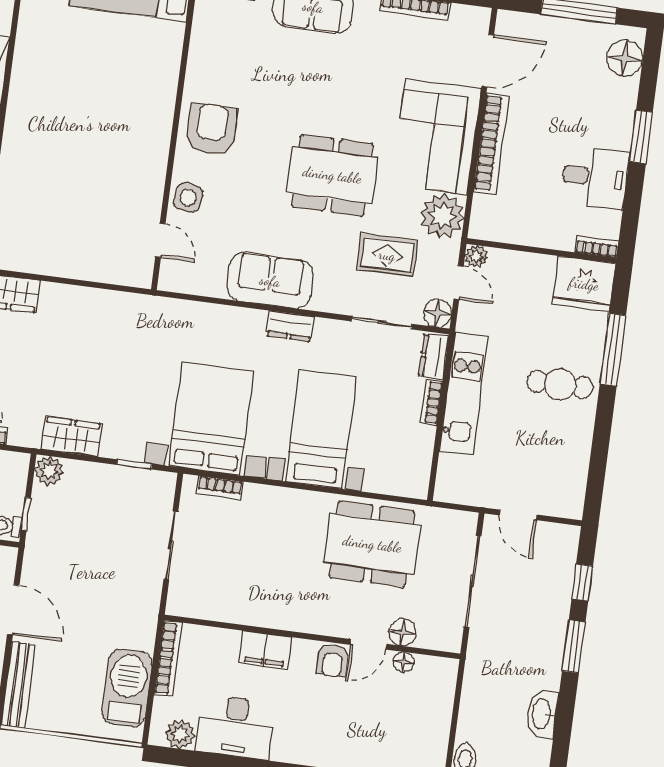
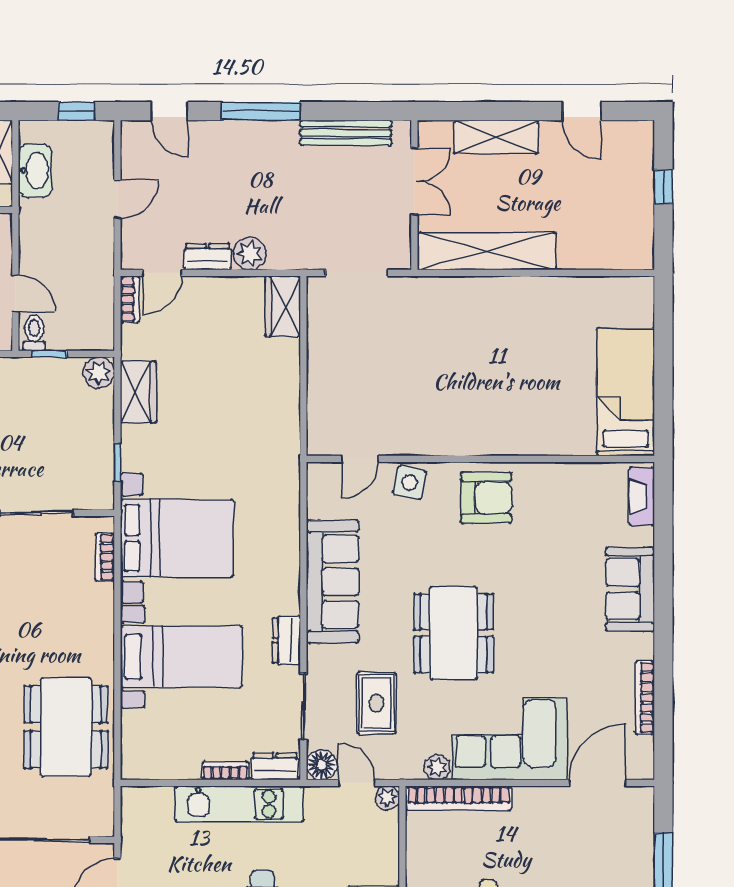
door: (488, 61) -> (598, 783), swing flipped
bookcase: (491, 144) -> (458, 798), moved
plant: (442, 216) -> (437, 767), width x0.53, depth x0.53
sofa: (270, 281) -> (333, 582), width x1.36
door: (459, 283) -> (357, 783), swing flipped
dresser: (290, 326) -> (287, 640), moved

